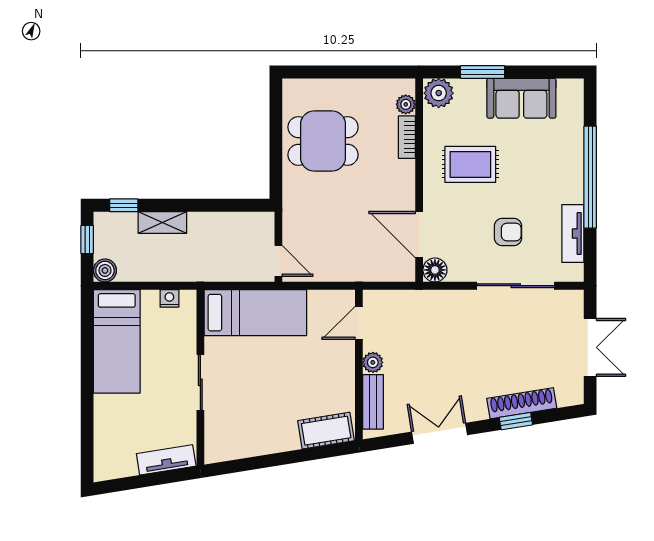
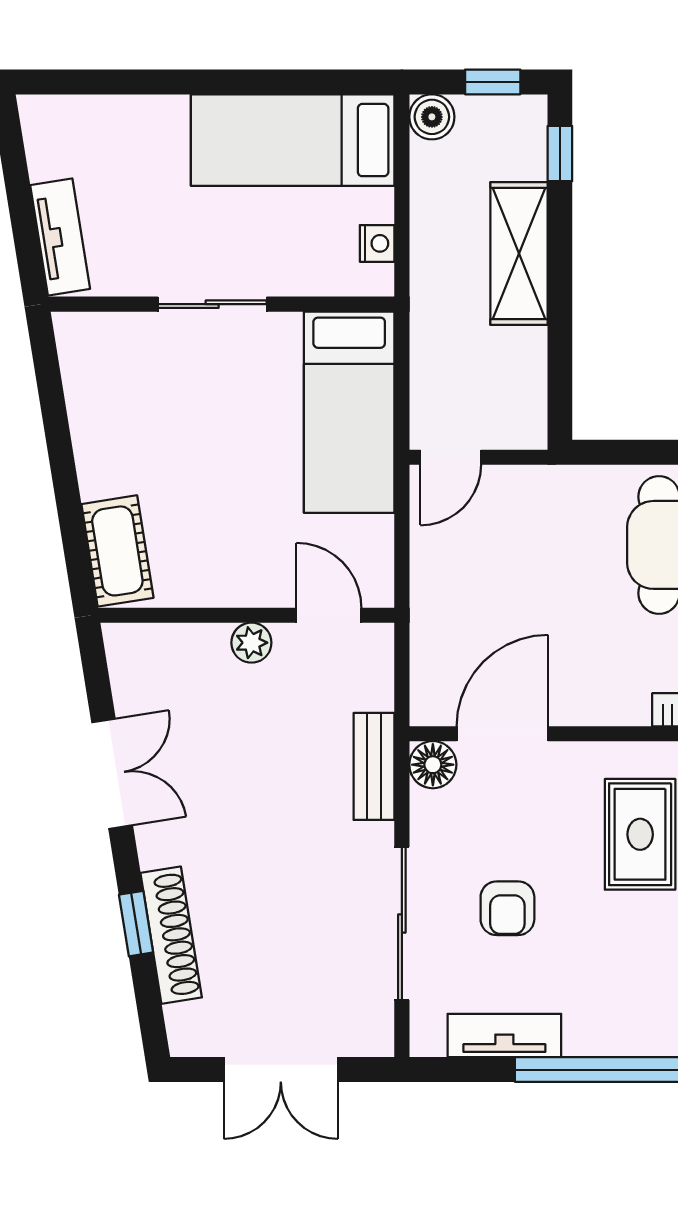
shelving: (162, 222) -> (519, 254), width x1.50, depth x1.33
bench: (373, 402) -> (374, 766), moved, turned 90

